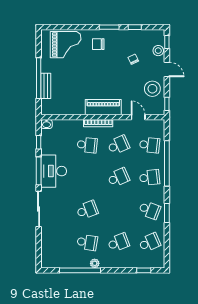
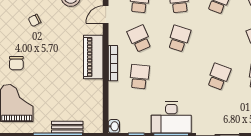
school desk: (118, 177) -> (179, 39), turned 42
school desk: (87, 210) -> (219, 77), turned 42

